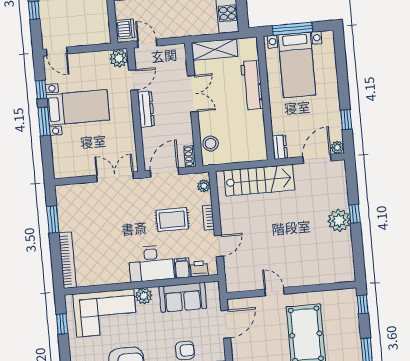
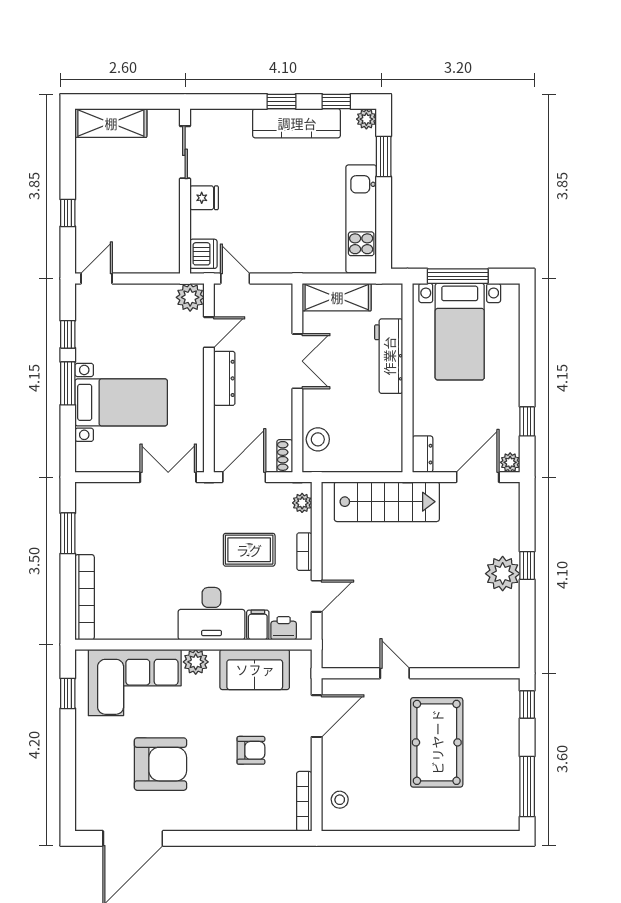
door: (57, 51) -> (97, 278), swing flipped
bed with nightstands: (78, 107) -> (121, 402), moved

